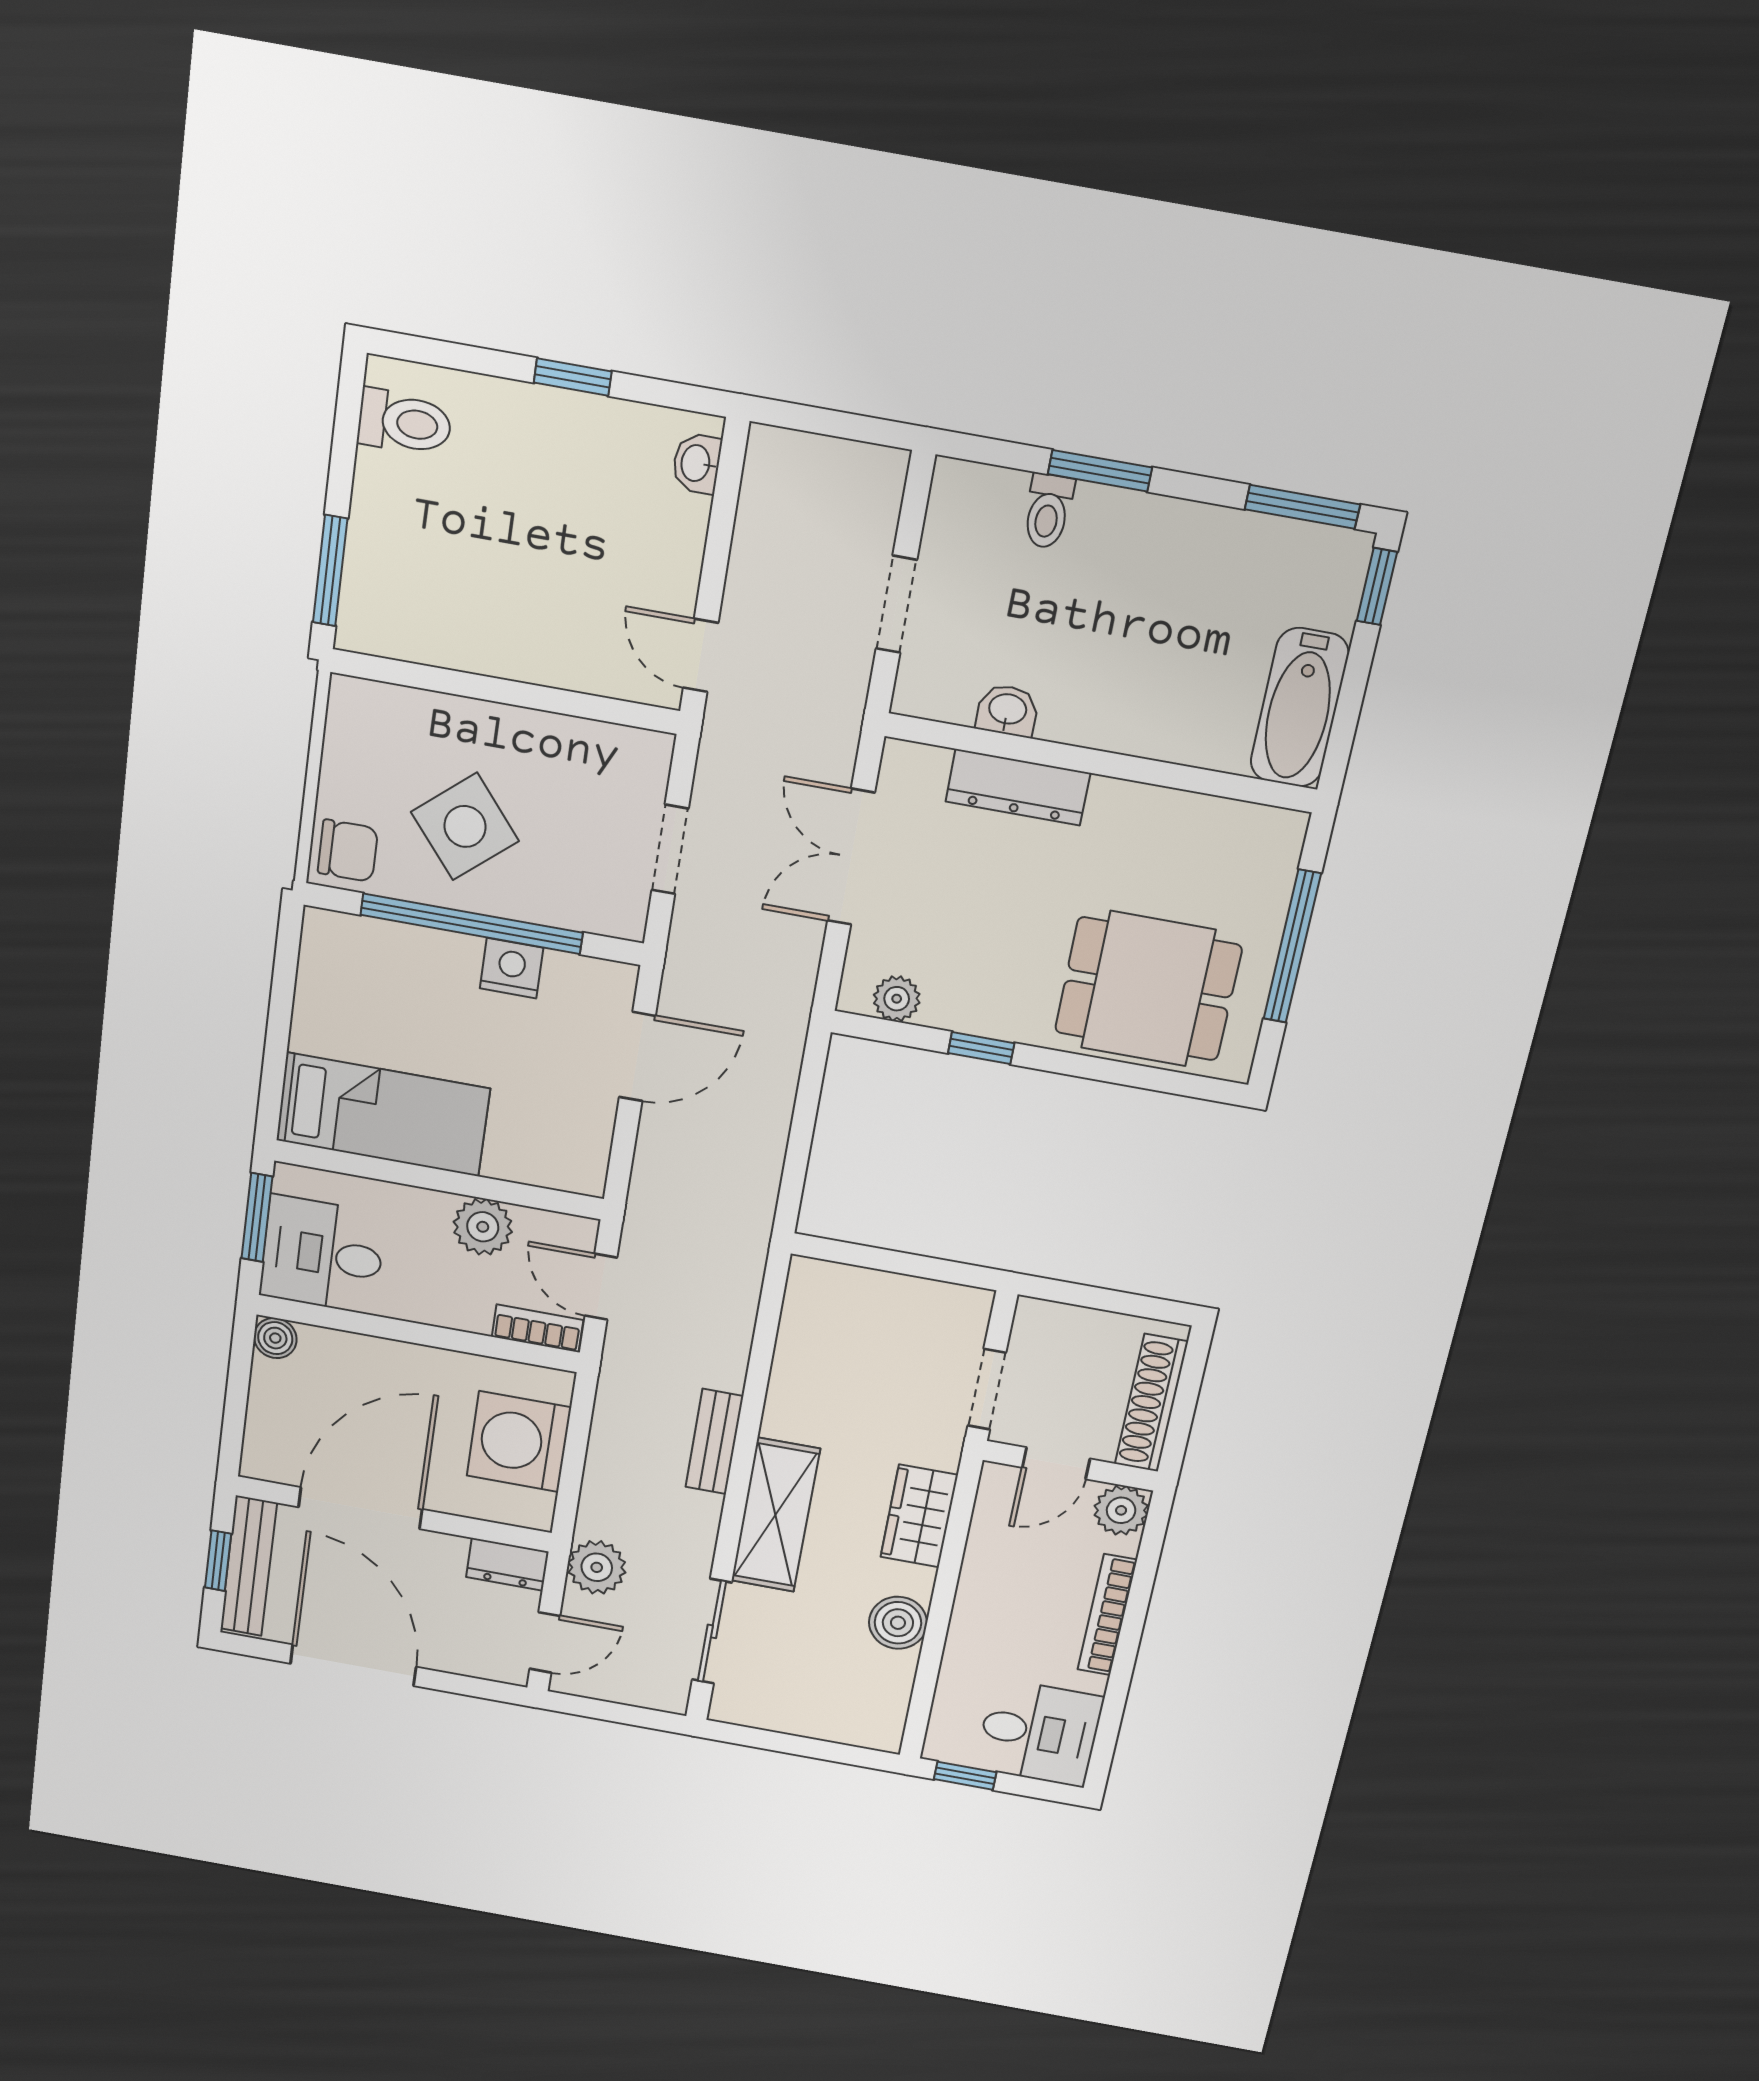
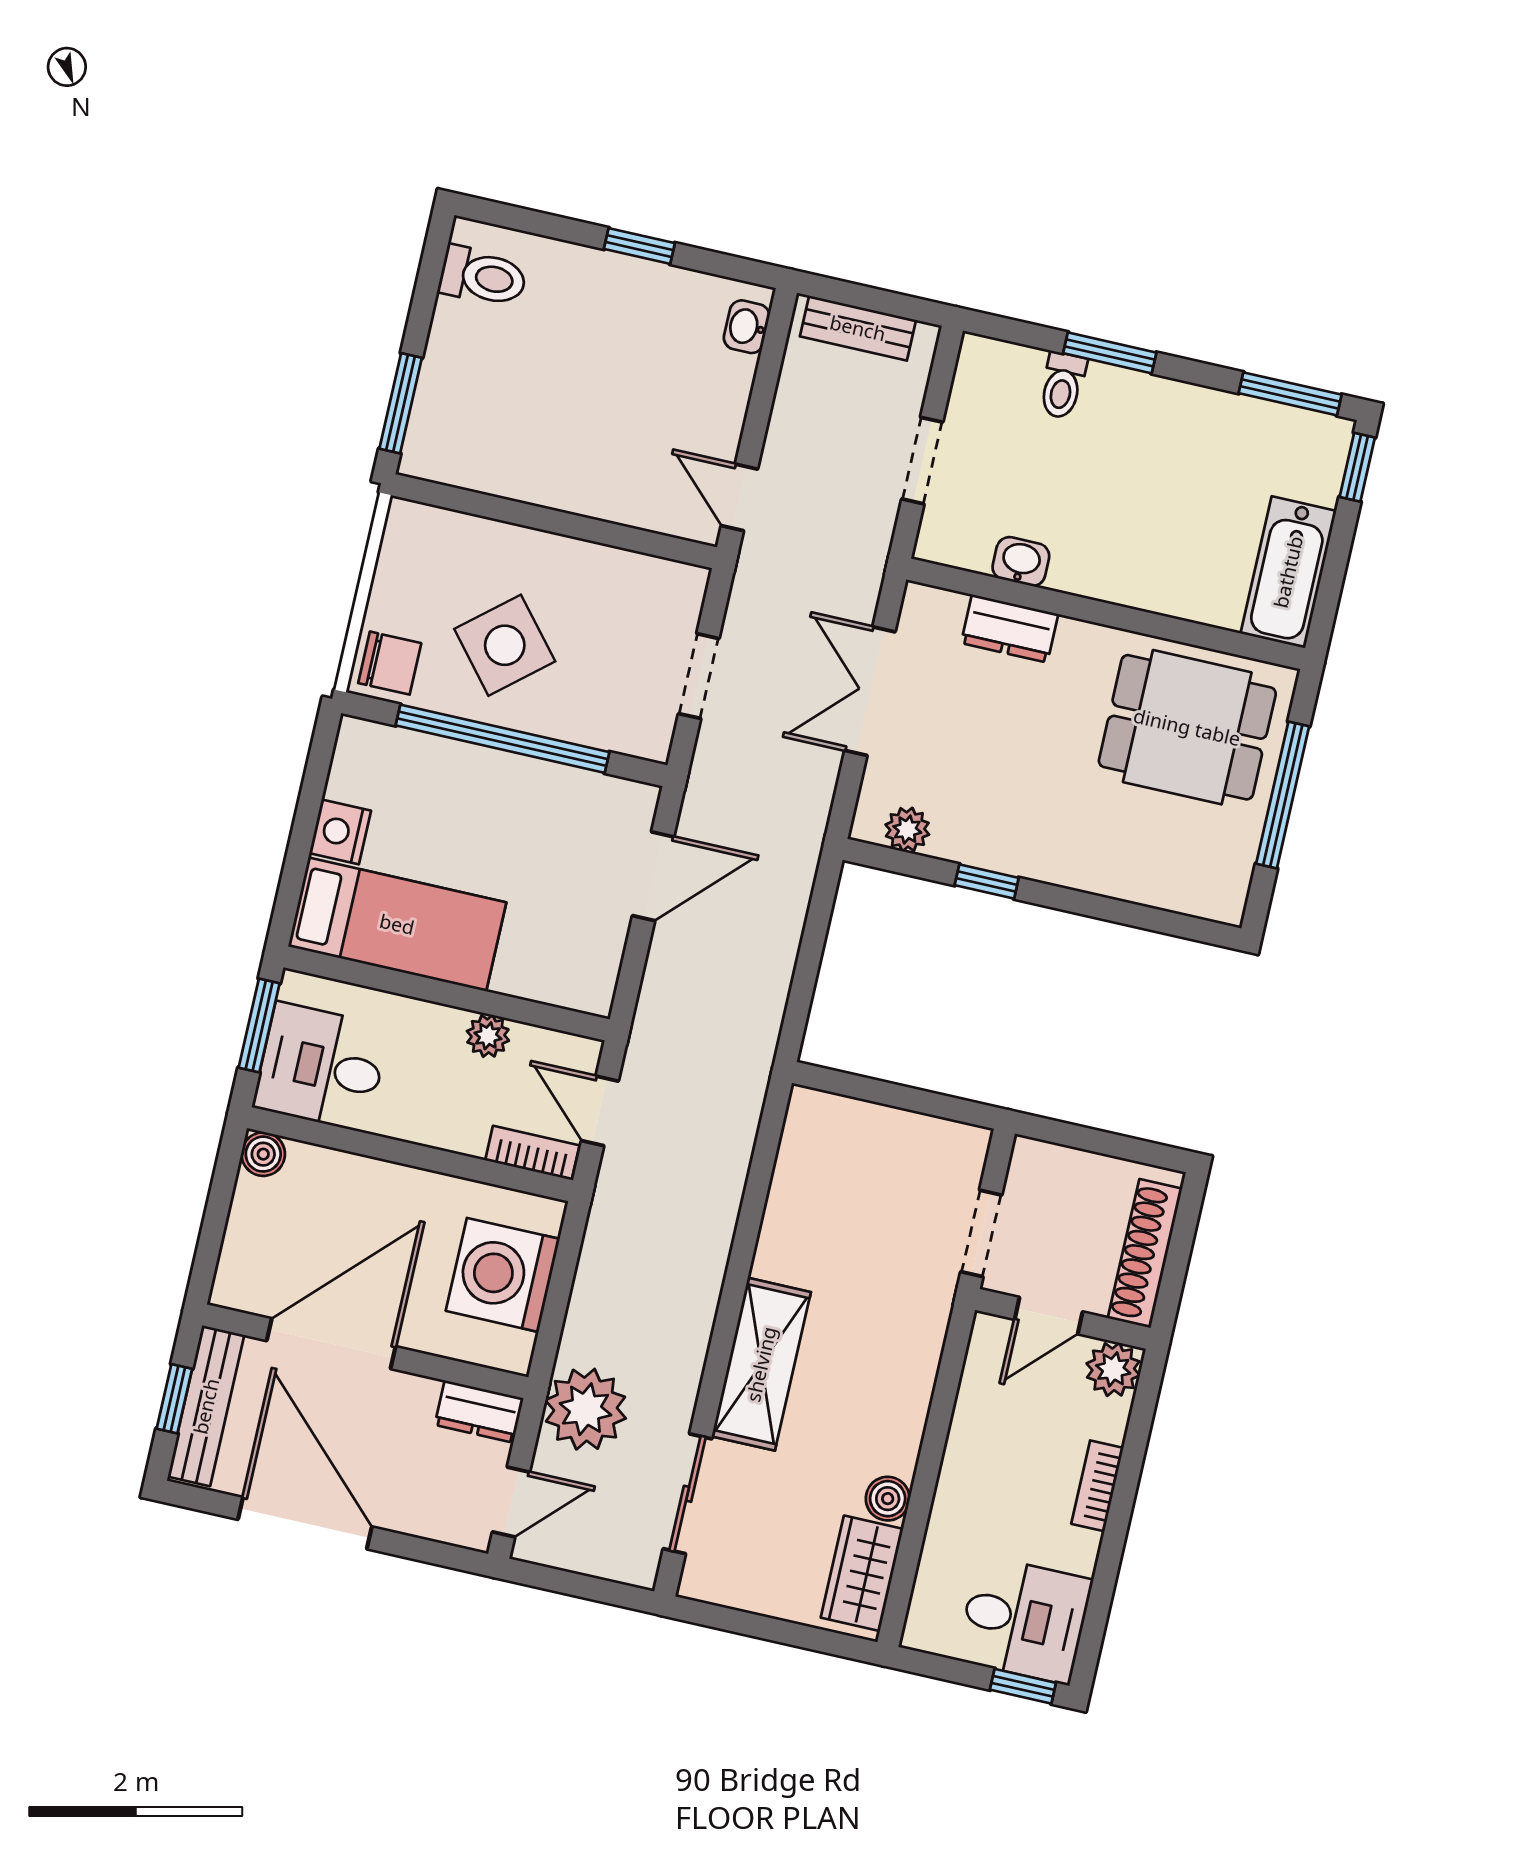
dresser: (1018, 787) -> (1010, 629), width x0.70
nightstand: (512, 968) -> (340, 832), moved, turned -90
dining table: (1148, 989) -> (1187, 727), moved
plant: (483, 1227) -> (488, 1036), width x0.73, depth x0.73
bench: (714, 1442) -> (858, 328), moved, turned 90
wardrobe: (919, 1516) -> (862, 1573), moved
plant: (597, 1567) -> (585, 1409), width x1.36, depth x1.36
bookcase: (1107, 1615) -> (1097, 1486), width x0.64
boiler: (898, 1623) -> (888, 1499), width x0.73, depth x0.73
window: (965, 1776) -> (1023, 1686), moved

